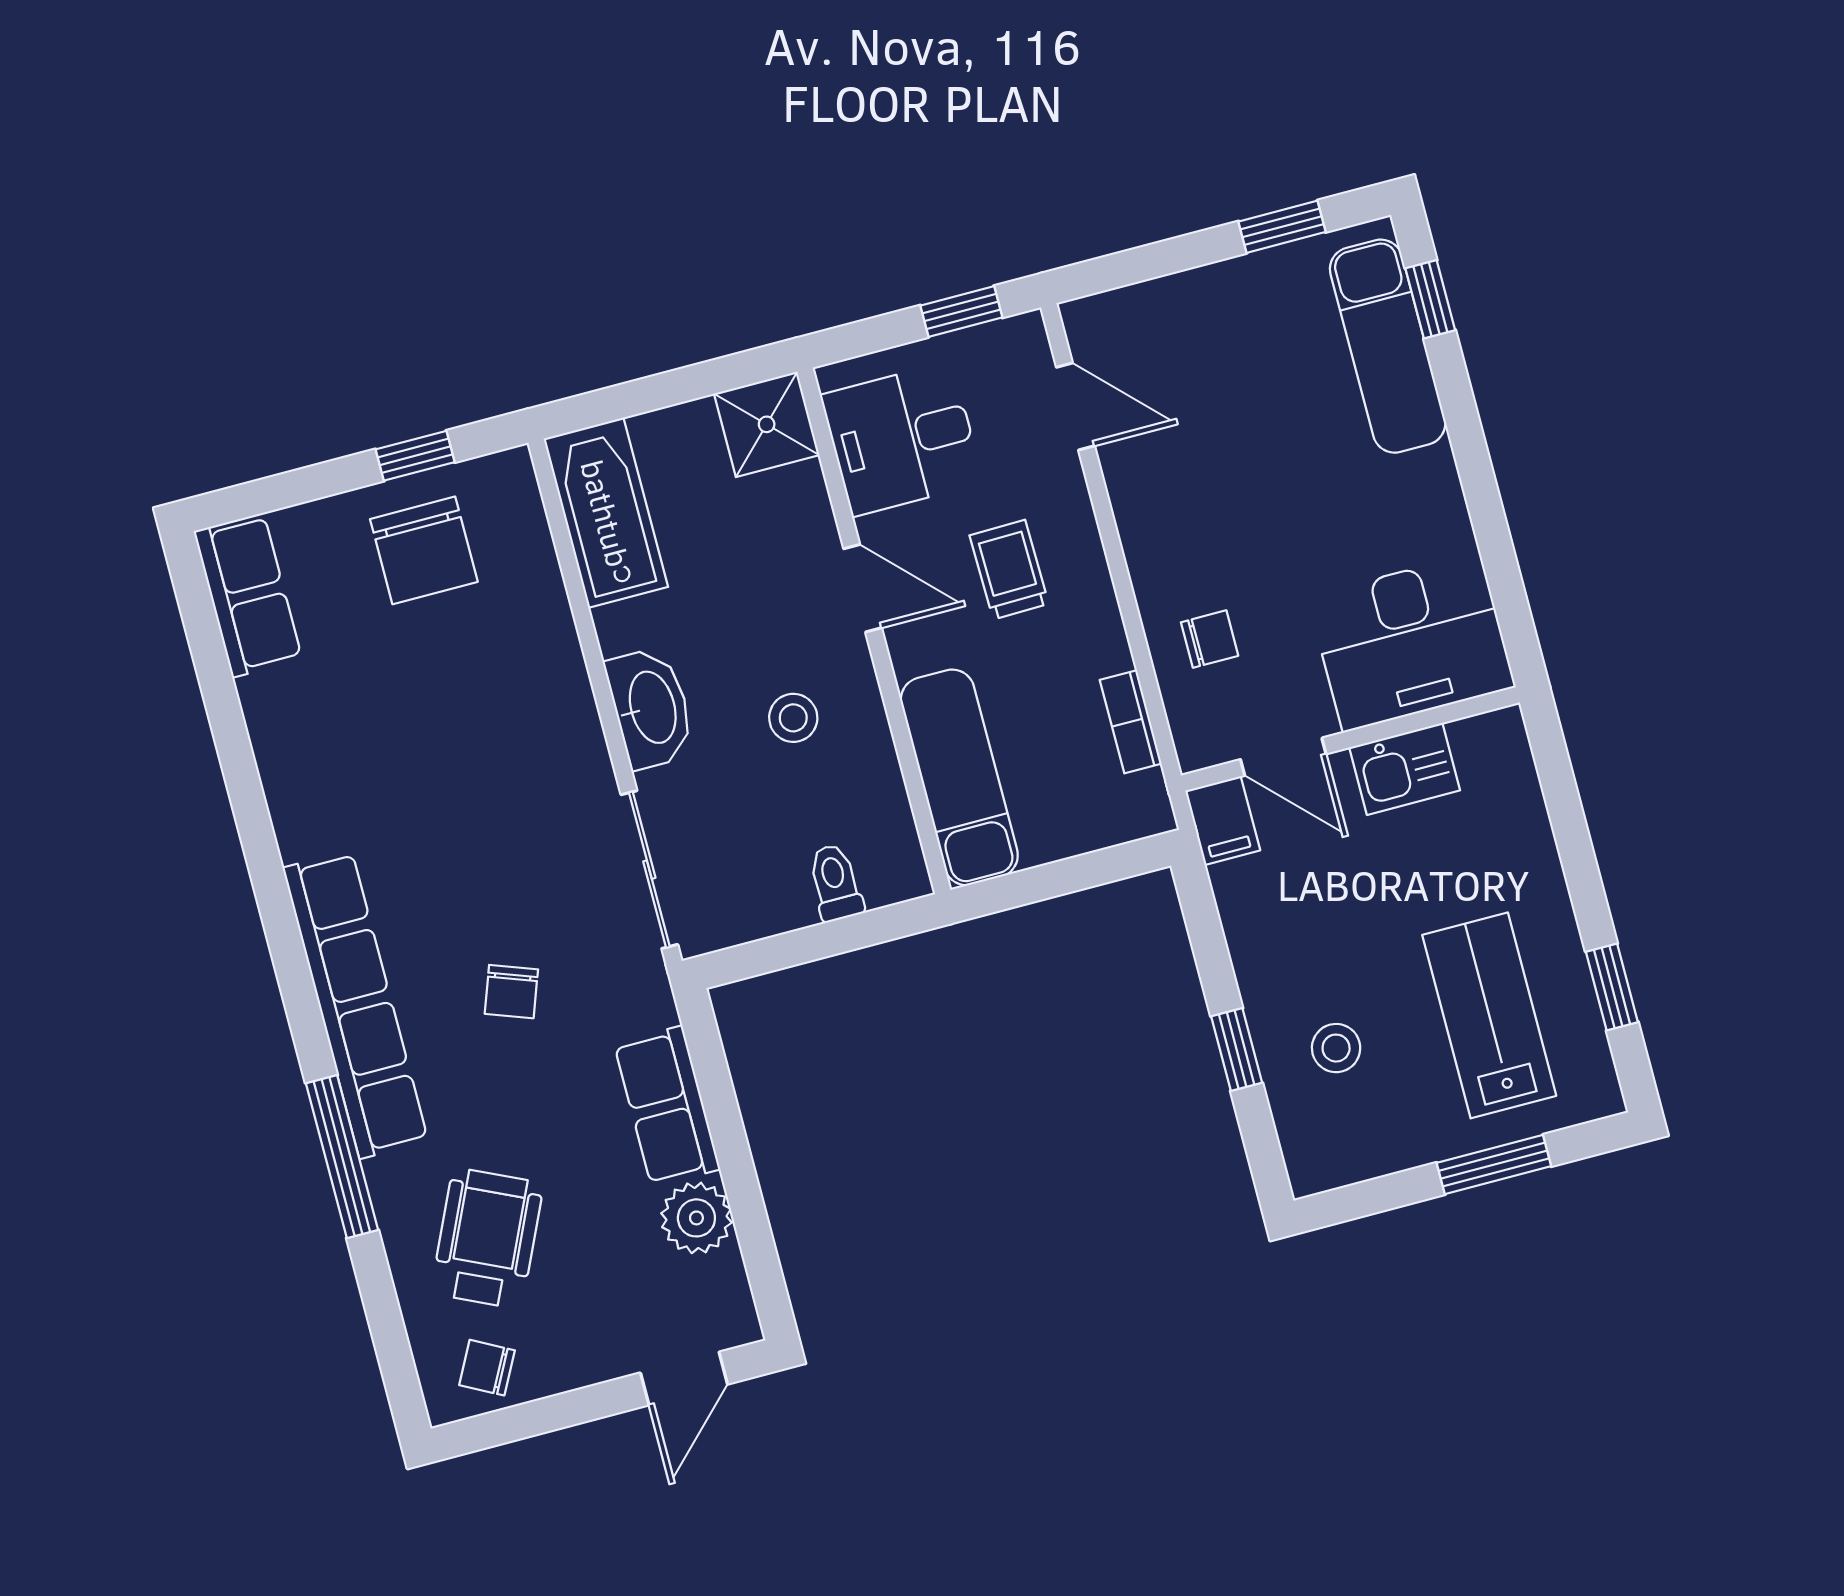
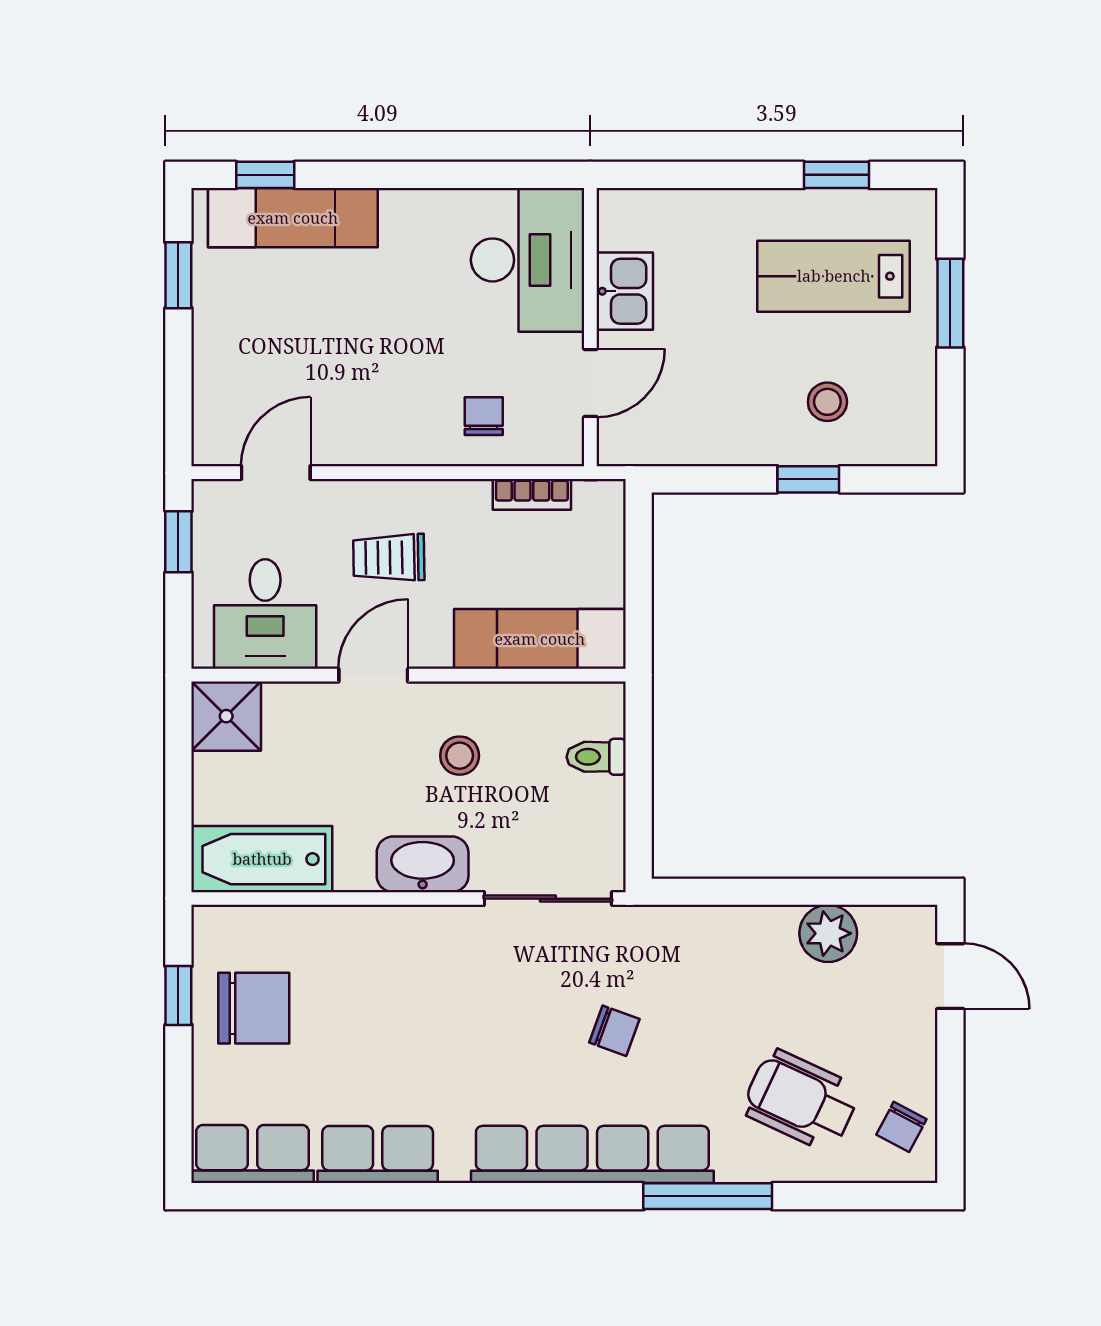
filing cabinet: (1223, 821) -> (627, 443), removed
row of seats: (667, 1106) -> (378, 1154), moved, turned 180

